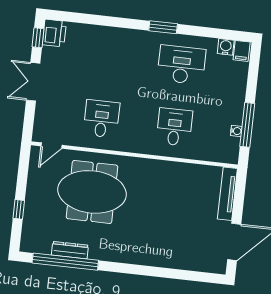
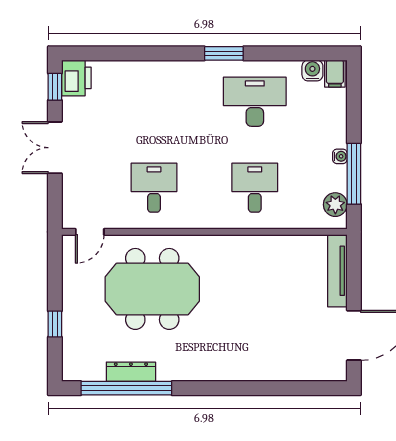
water cooler: (236, 131) -> (340, 156), moved
plant: (231, 146) -> (335, 205), added

